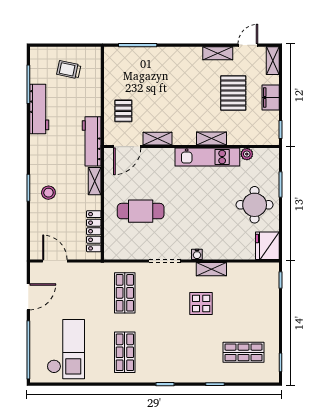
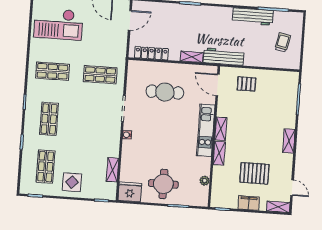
shelving: (218, 53) -> (289, 141), moved
shelving: (158, 139) -> (221, 129), moved
kitchen unit: (207, 157) -> (206, 130), moved
stool: (48, 193) -> (185, 19), removed
cafe table: (141, 211) -> (165, 92), turned 90
shelving: (211, 269) -> (112, 170), moved
display table: (201, 303) -> (72, 182), moved
shop shelf: (184, 352) -> (49, 119), added

